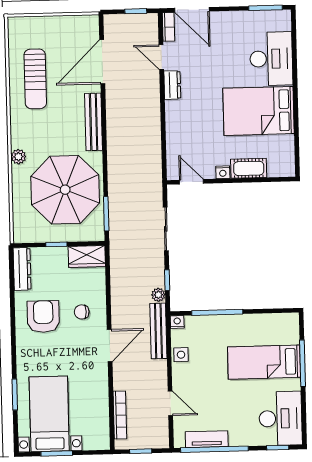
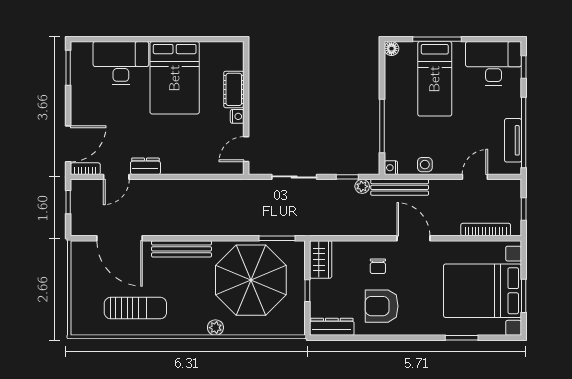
floor lamp: (292, 320) -> (391, 49), added
bed with nightstands: (49, 414) -> (482, 291), width x1.36

